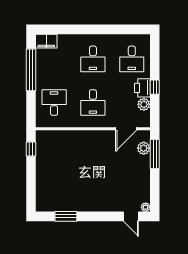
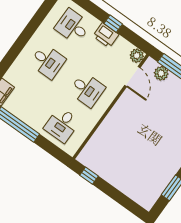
desk: (132, 59) -> (73, 26), turned 180
desk: (54, 103) -> (62, 125), turned -90
plant: (144, 104) -> (137, 56), moved

